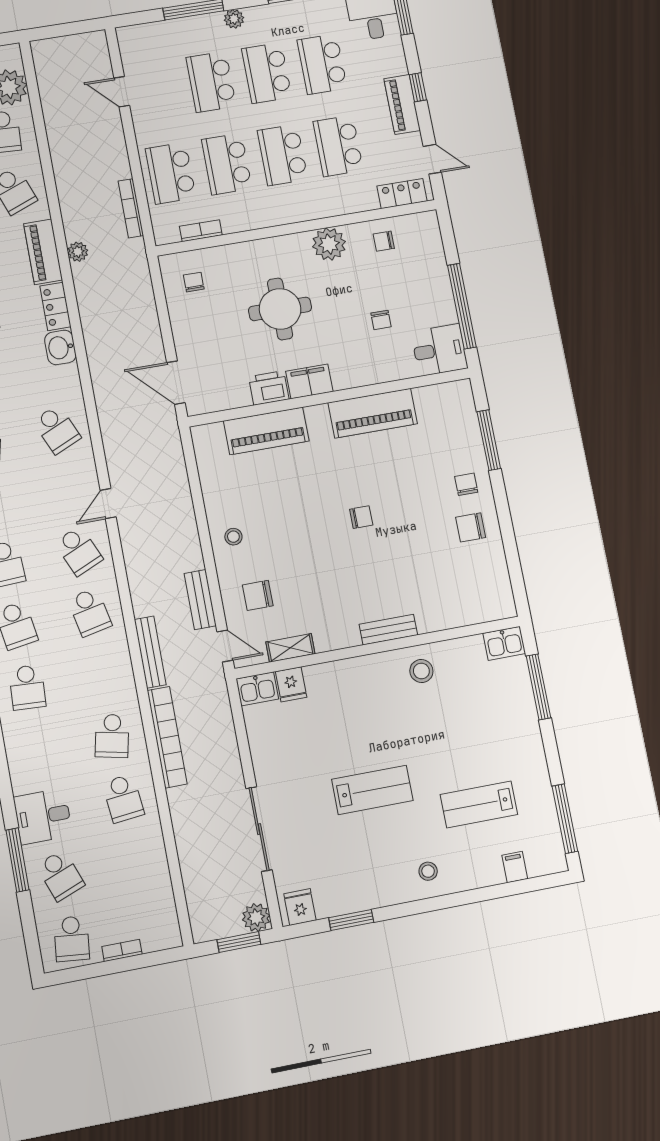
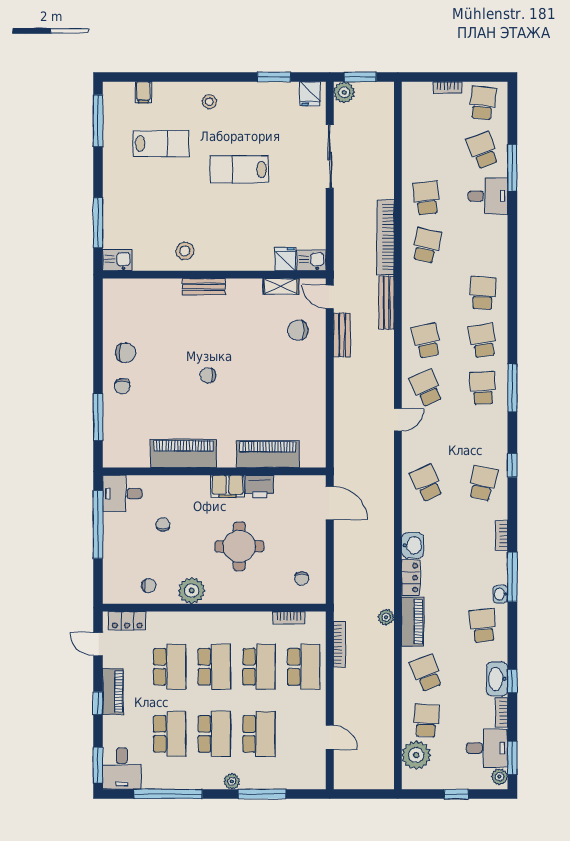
stool: (233, 537) -> (308, 378), removed
chair: (258, 595) -> (298, 330), turned 180

